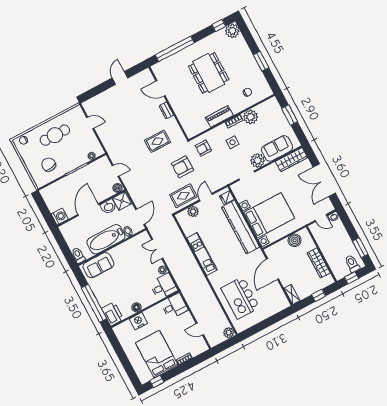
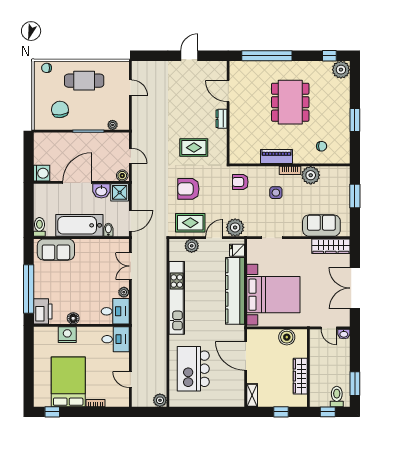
plant: (258, 161) -> (235, 227), moved
armchair: (182, 167) -> (188, 189), moved
kitchen unit: (202, 254) -> (177, 298), width x1.36
door: (273, 269) -> (246, 356), hinge flipped

